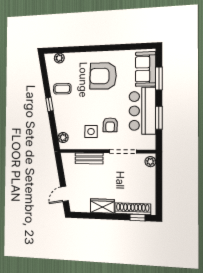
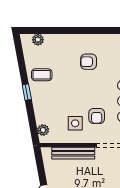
armchair: (103, 76) -> (89, 62), width x0.53, depth x0.53
bench: (89, 158) -> (73, 153), width x1.36

